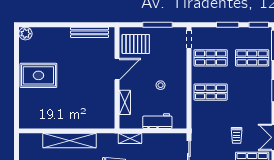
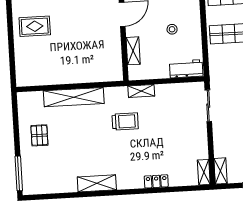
rug: (38, 75) -> (35, 26), width x0.73, depth x0.70
workbench: (157, 121) -> (186, 69), moved

